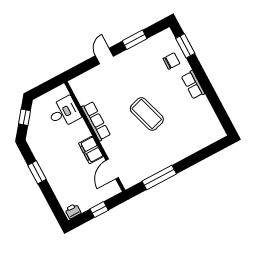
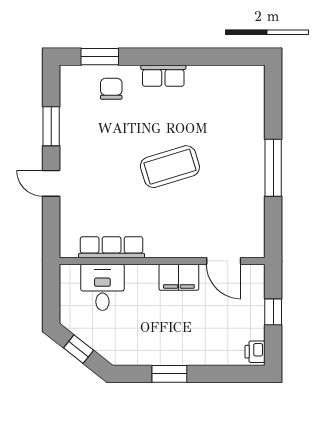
row of seats: (96, 121) -> (112, 247), moved
window: (159, 177) -> (273, 168), moved

